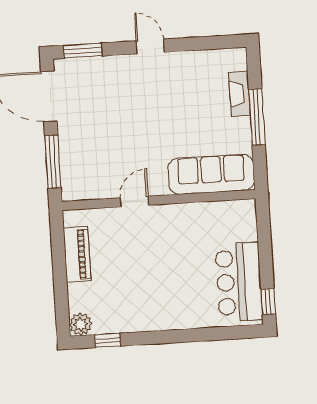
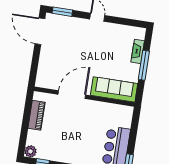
window: (53, 162) -> (35, 65), removed
door: (134, 202) -> (72, 95), width x1.87

